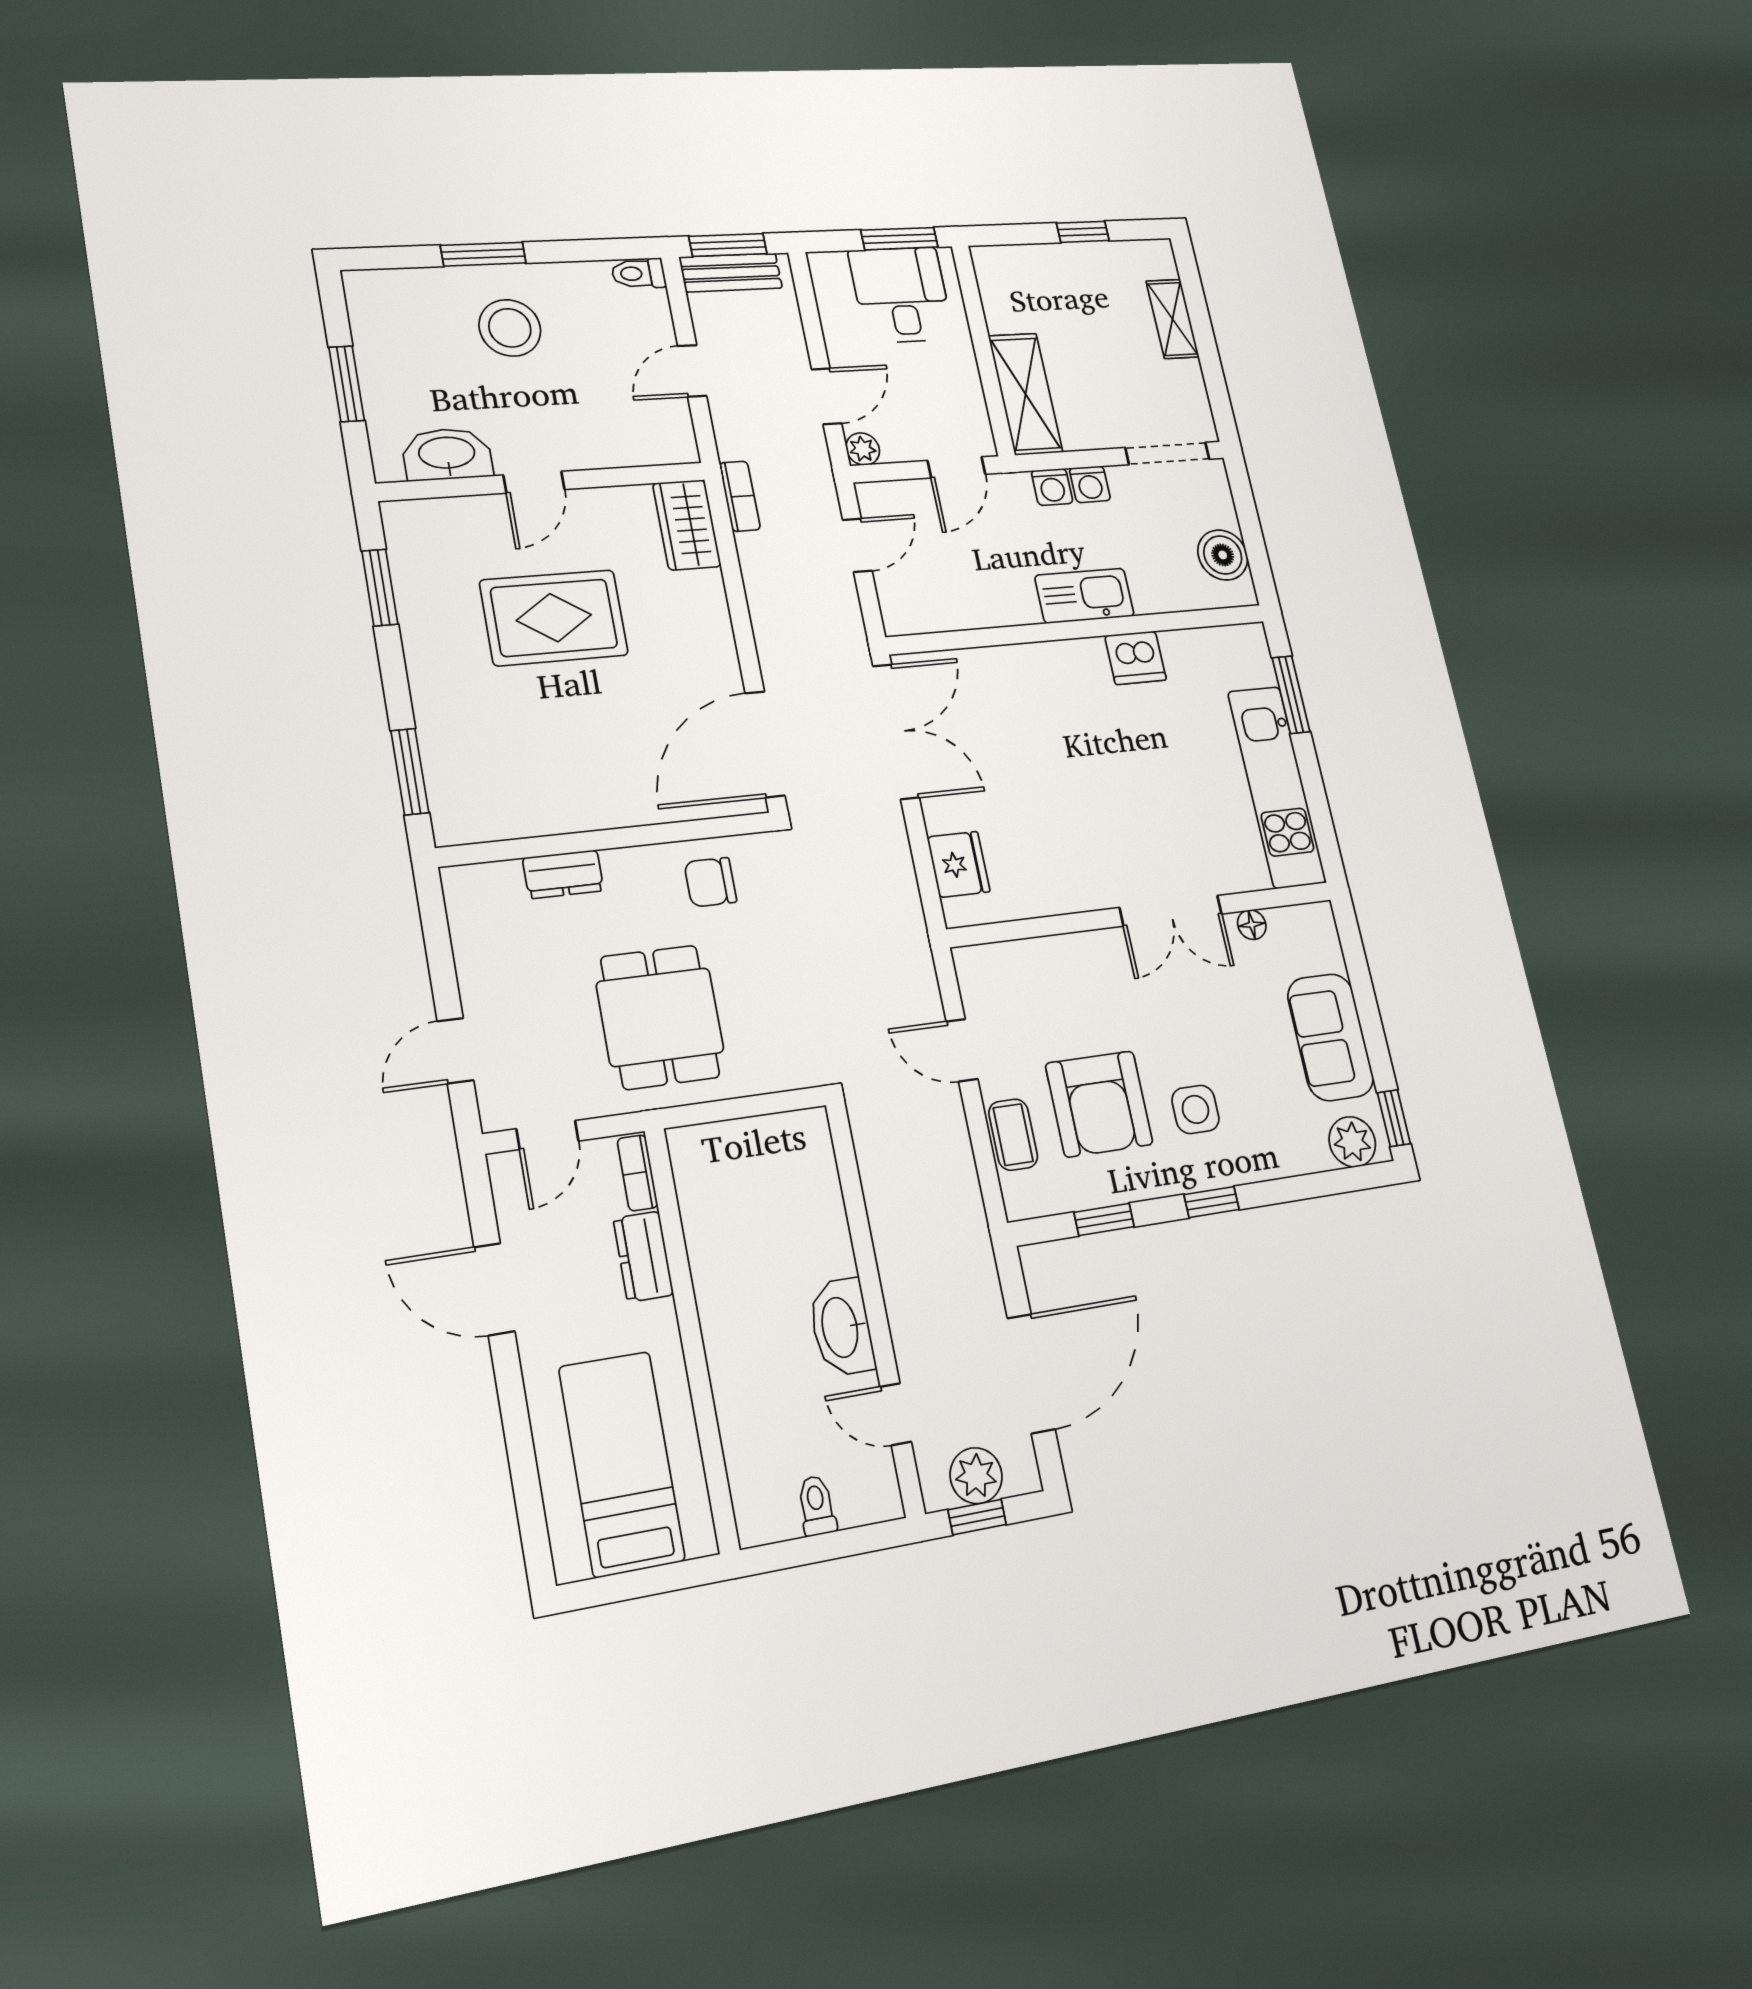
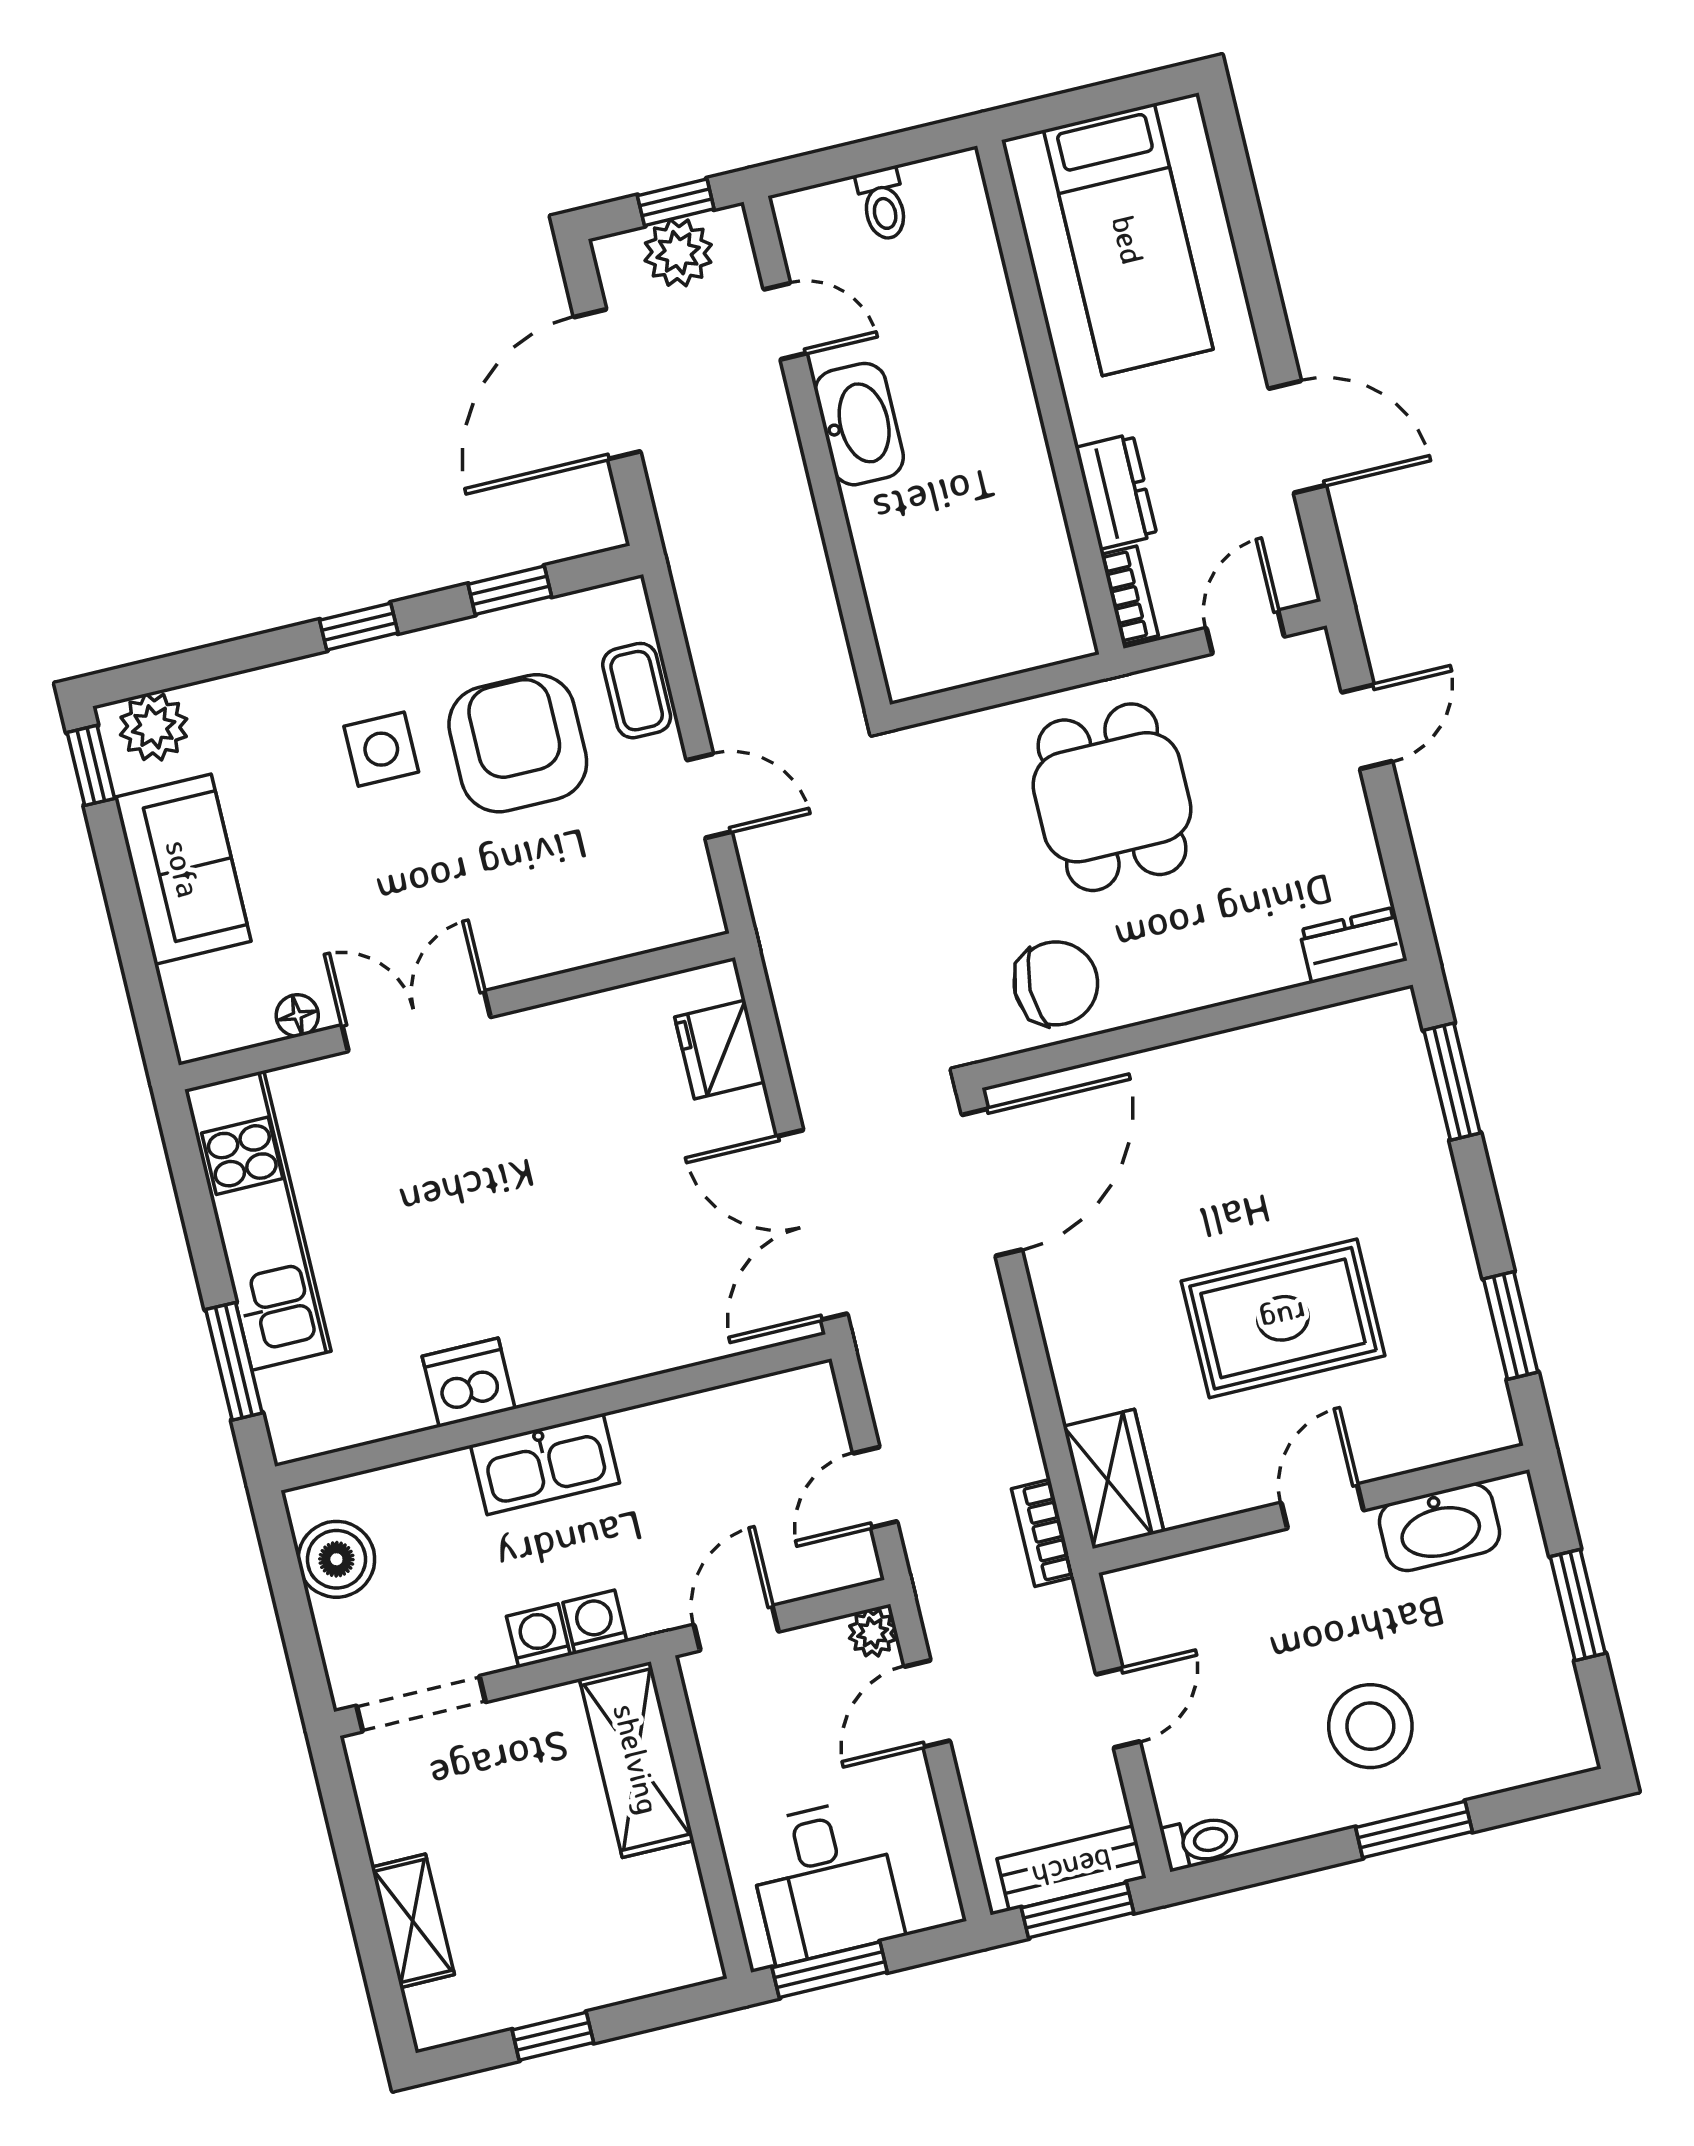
dresser: (563, 874) -> (1353, 945), moved
chair: (710, 882) -> (1056, 983), width x1.37, depth x1.37

